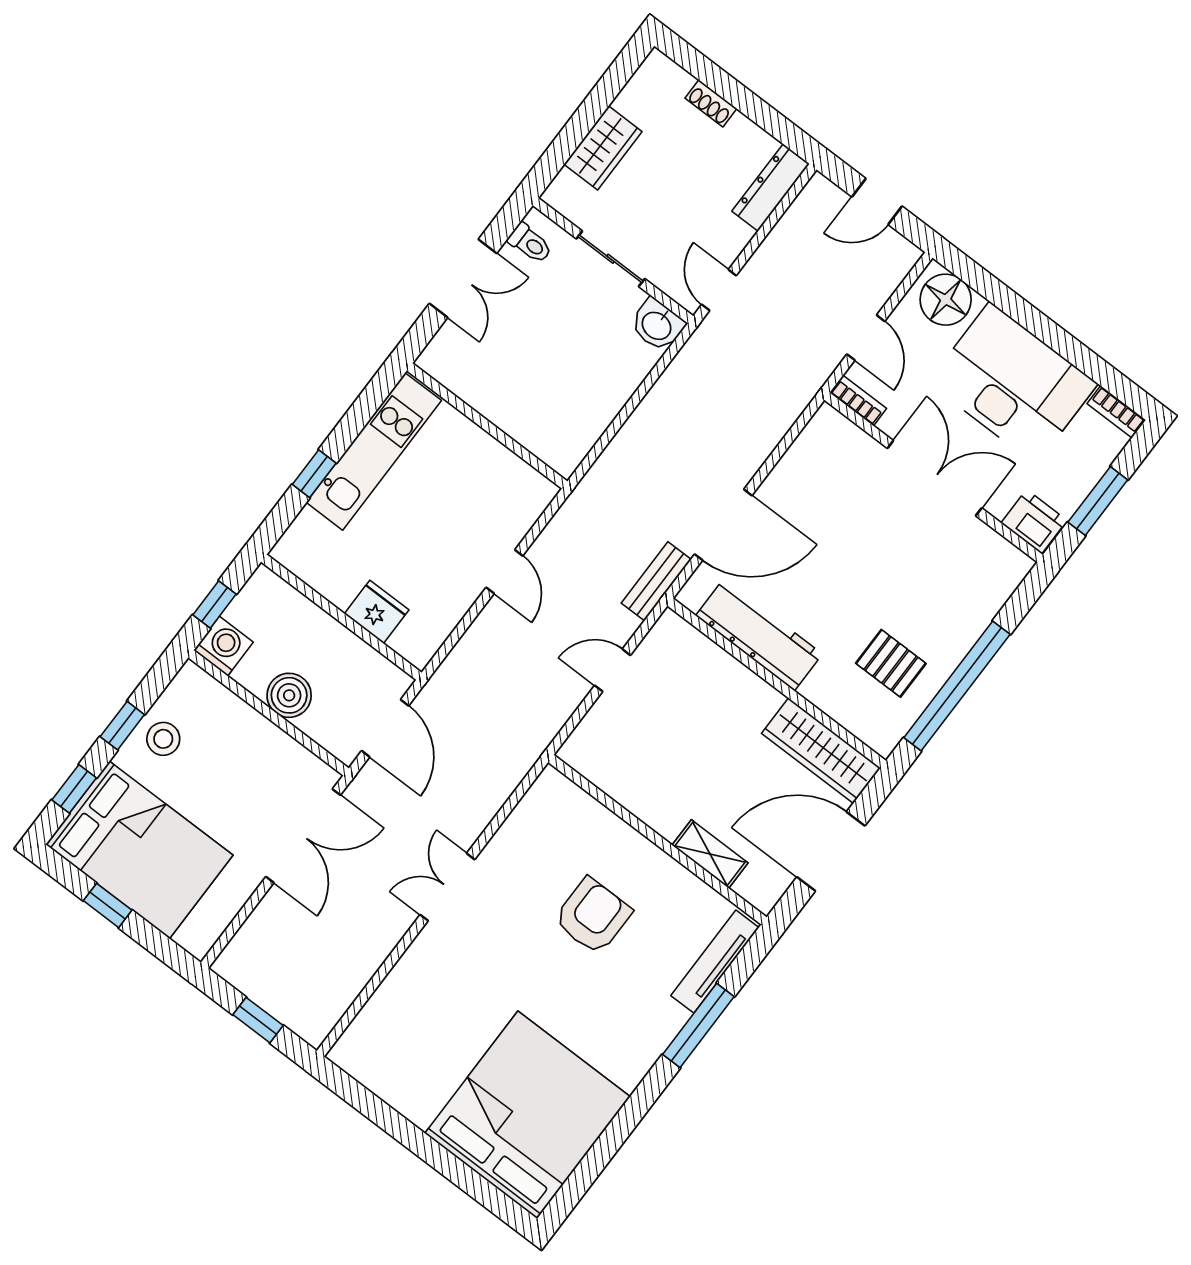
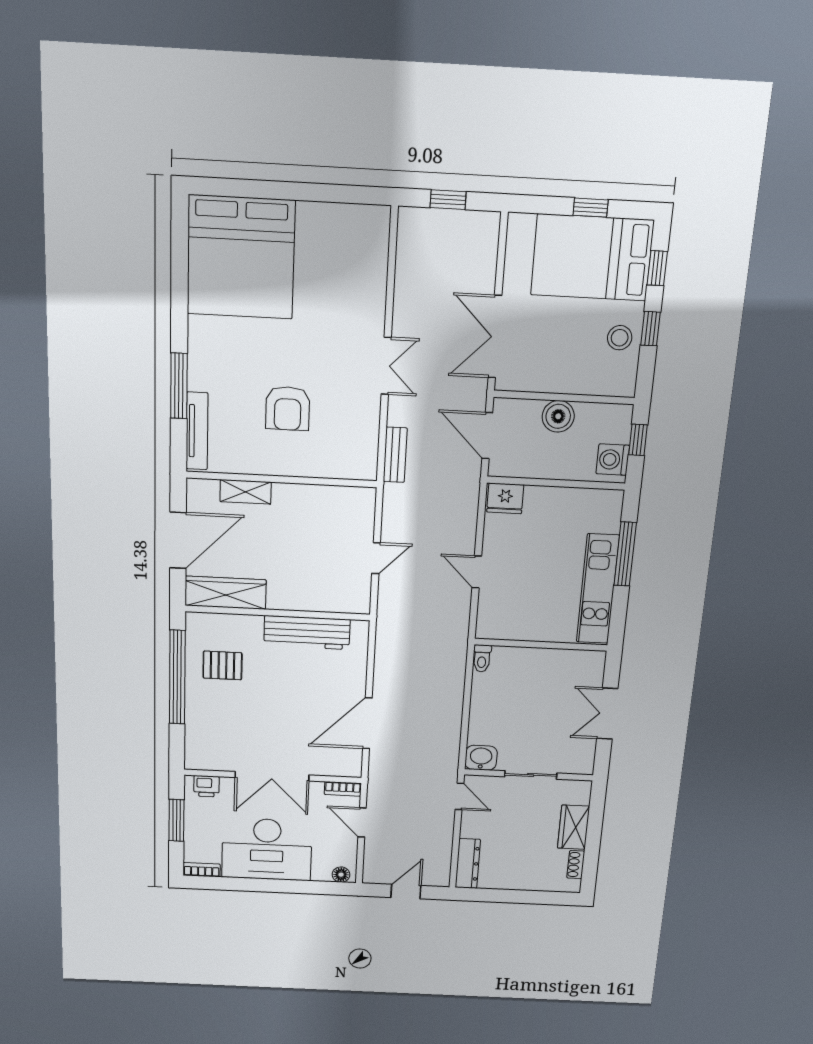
shoe rack: (711, 103) -> (576, 865), moved, turned -90
toilet: (530, 243) -> (482, 658), moved, turned -90
floor lamp: (946, 300) -> (341, 875), width x0.53, depth x0.53
window: (314, 474) -> (625, 554), width x2.17
printer: (1034, 522) -> (206, 786), width x0.73, depth x0.81
door: (723, 525) -> (367, 723), moved
bench: (656, 581) -> (395, 455), moved
fridge: (377, 612) -> (505, 498), moved
washing machine: (223, 646) -> (613, 460), moved, turned 90

